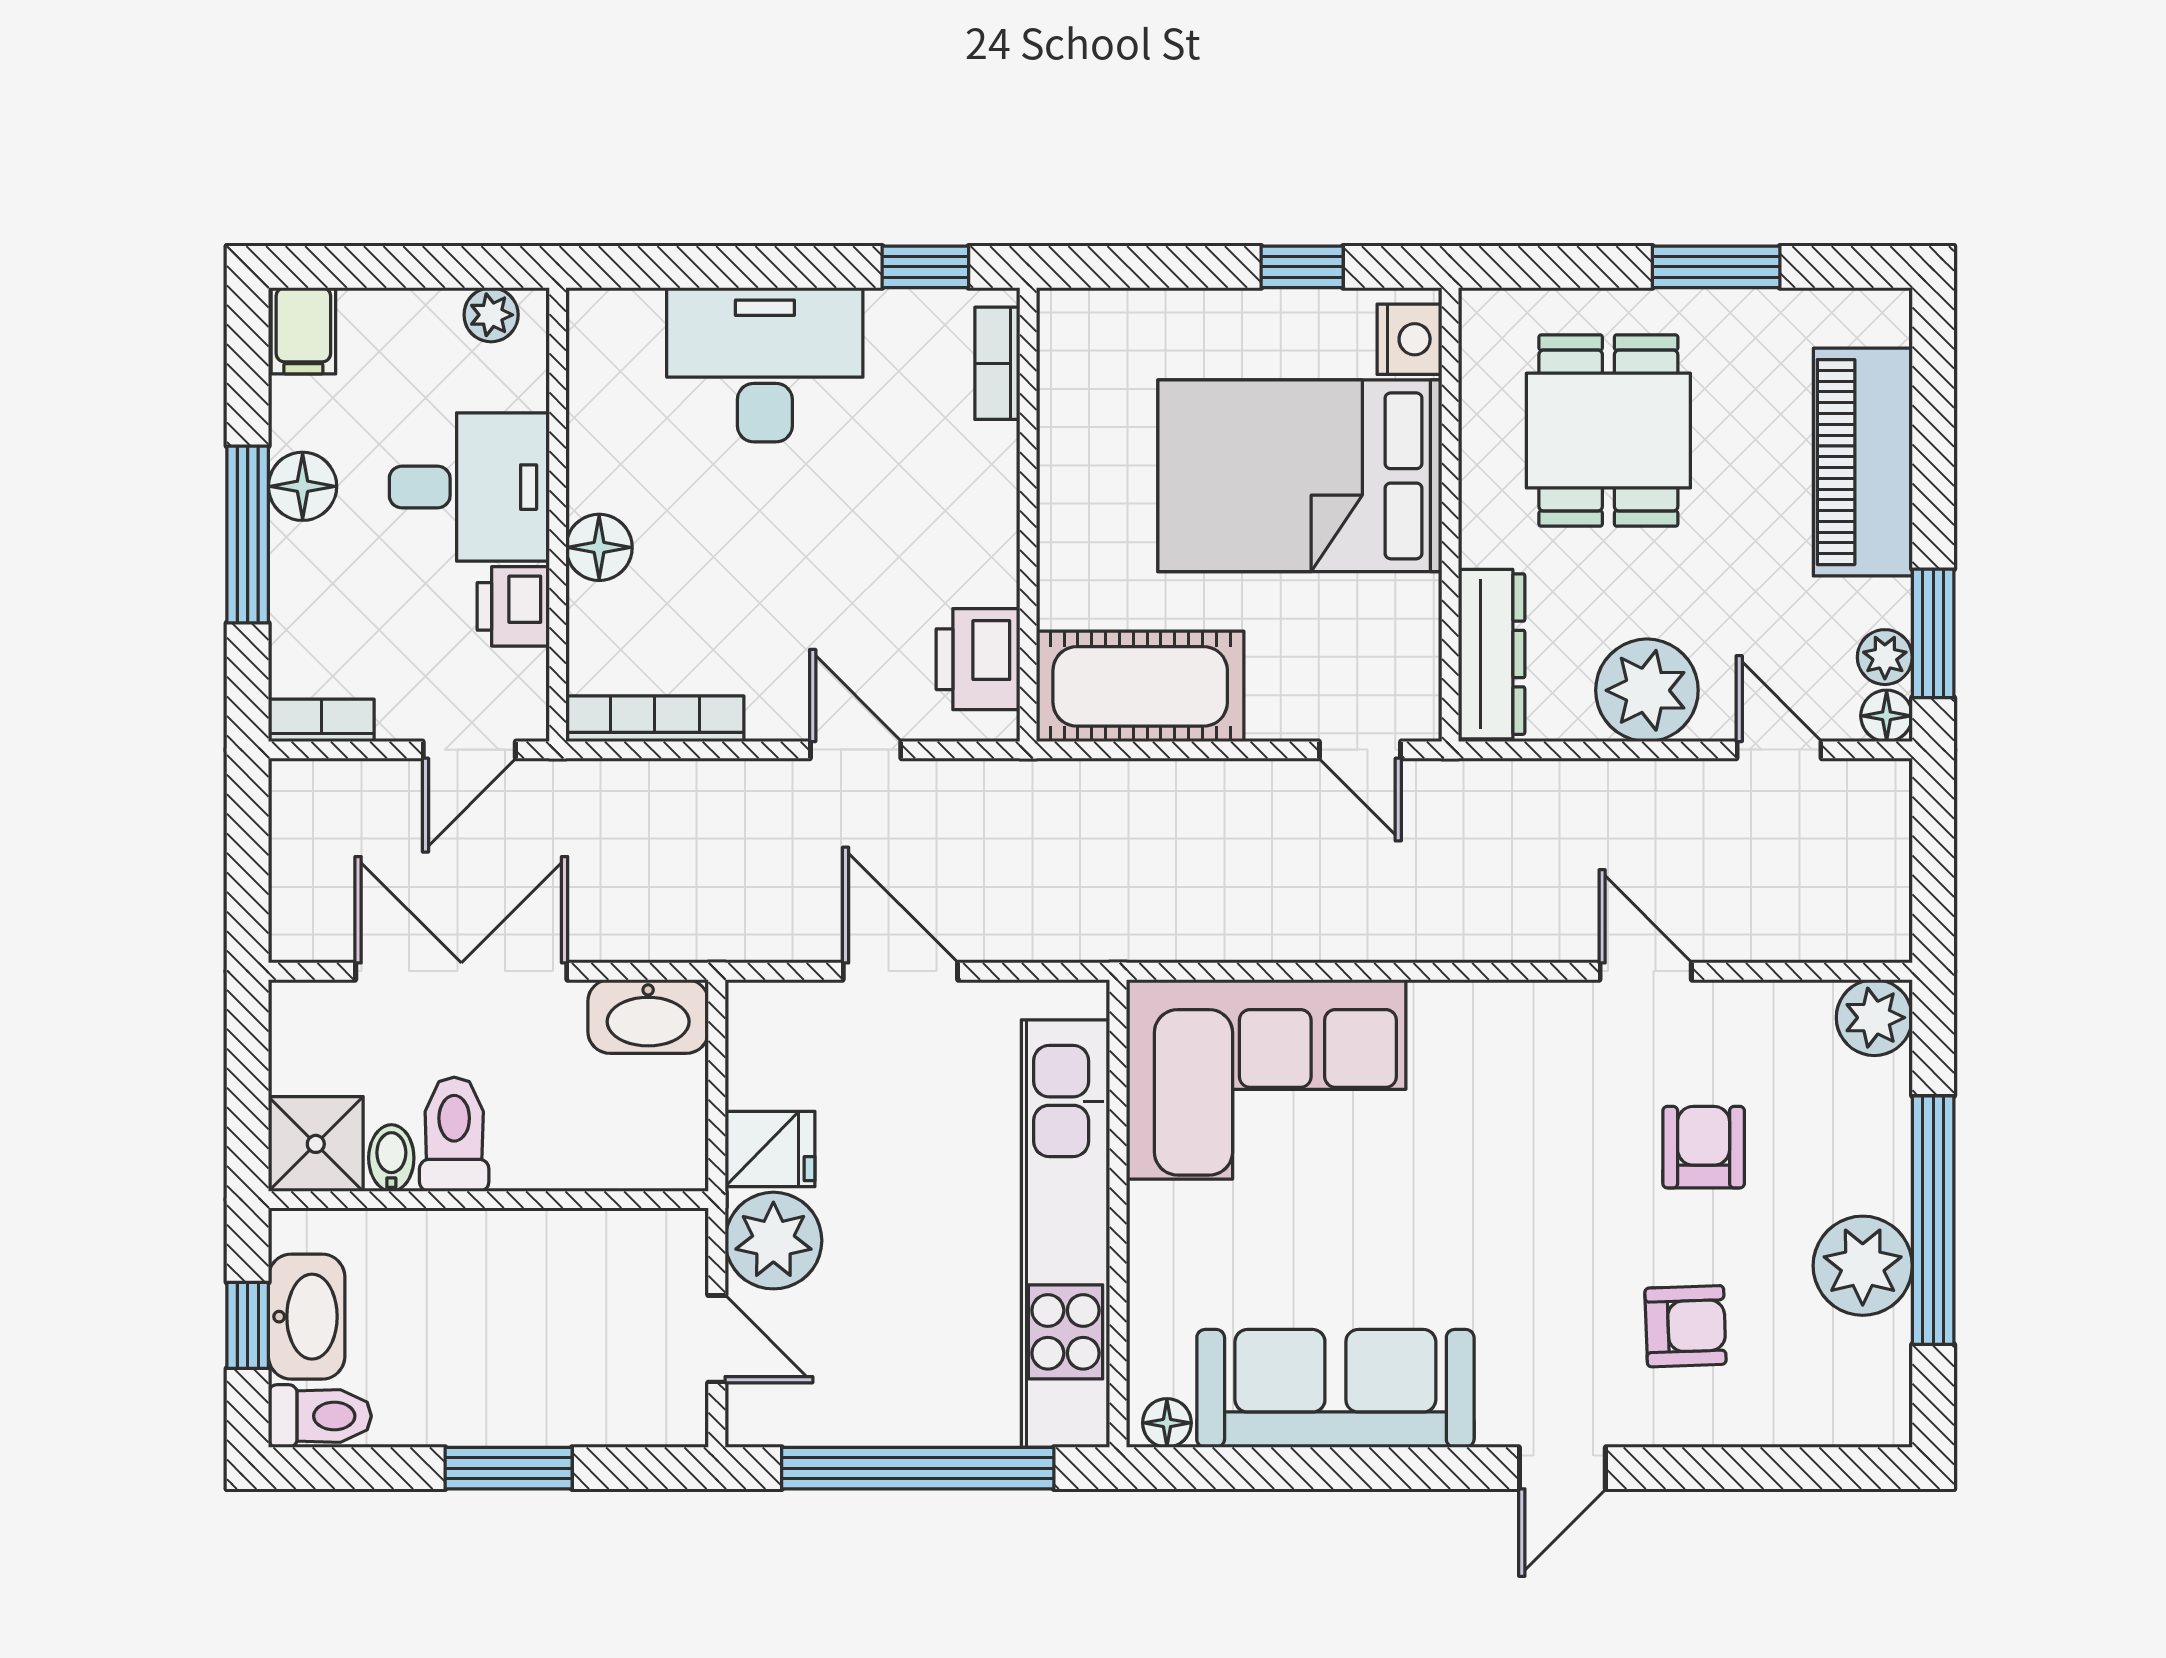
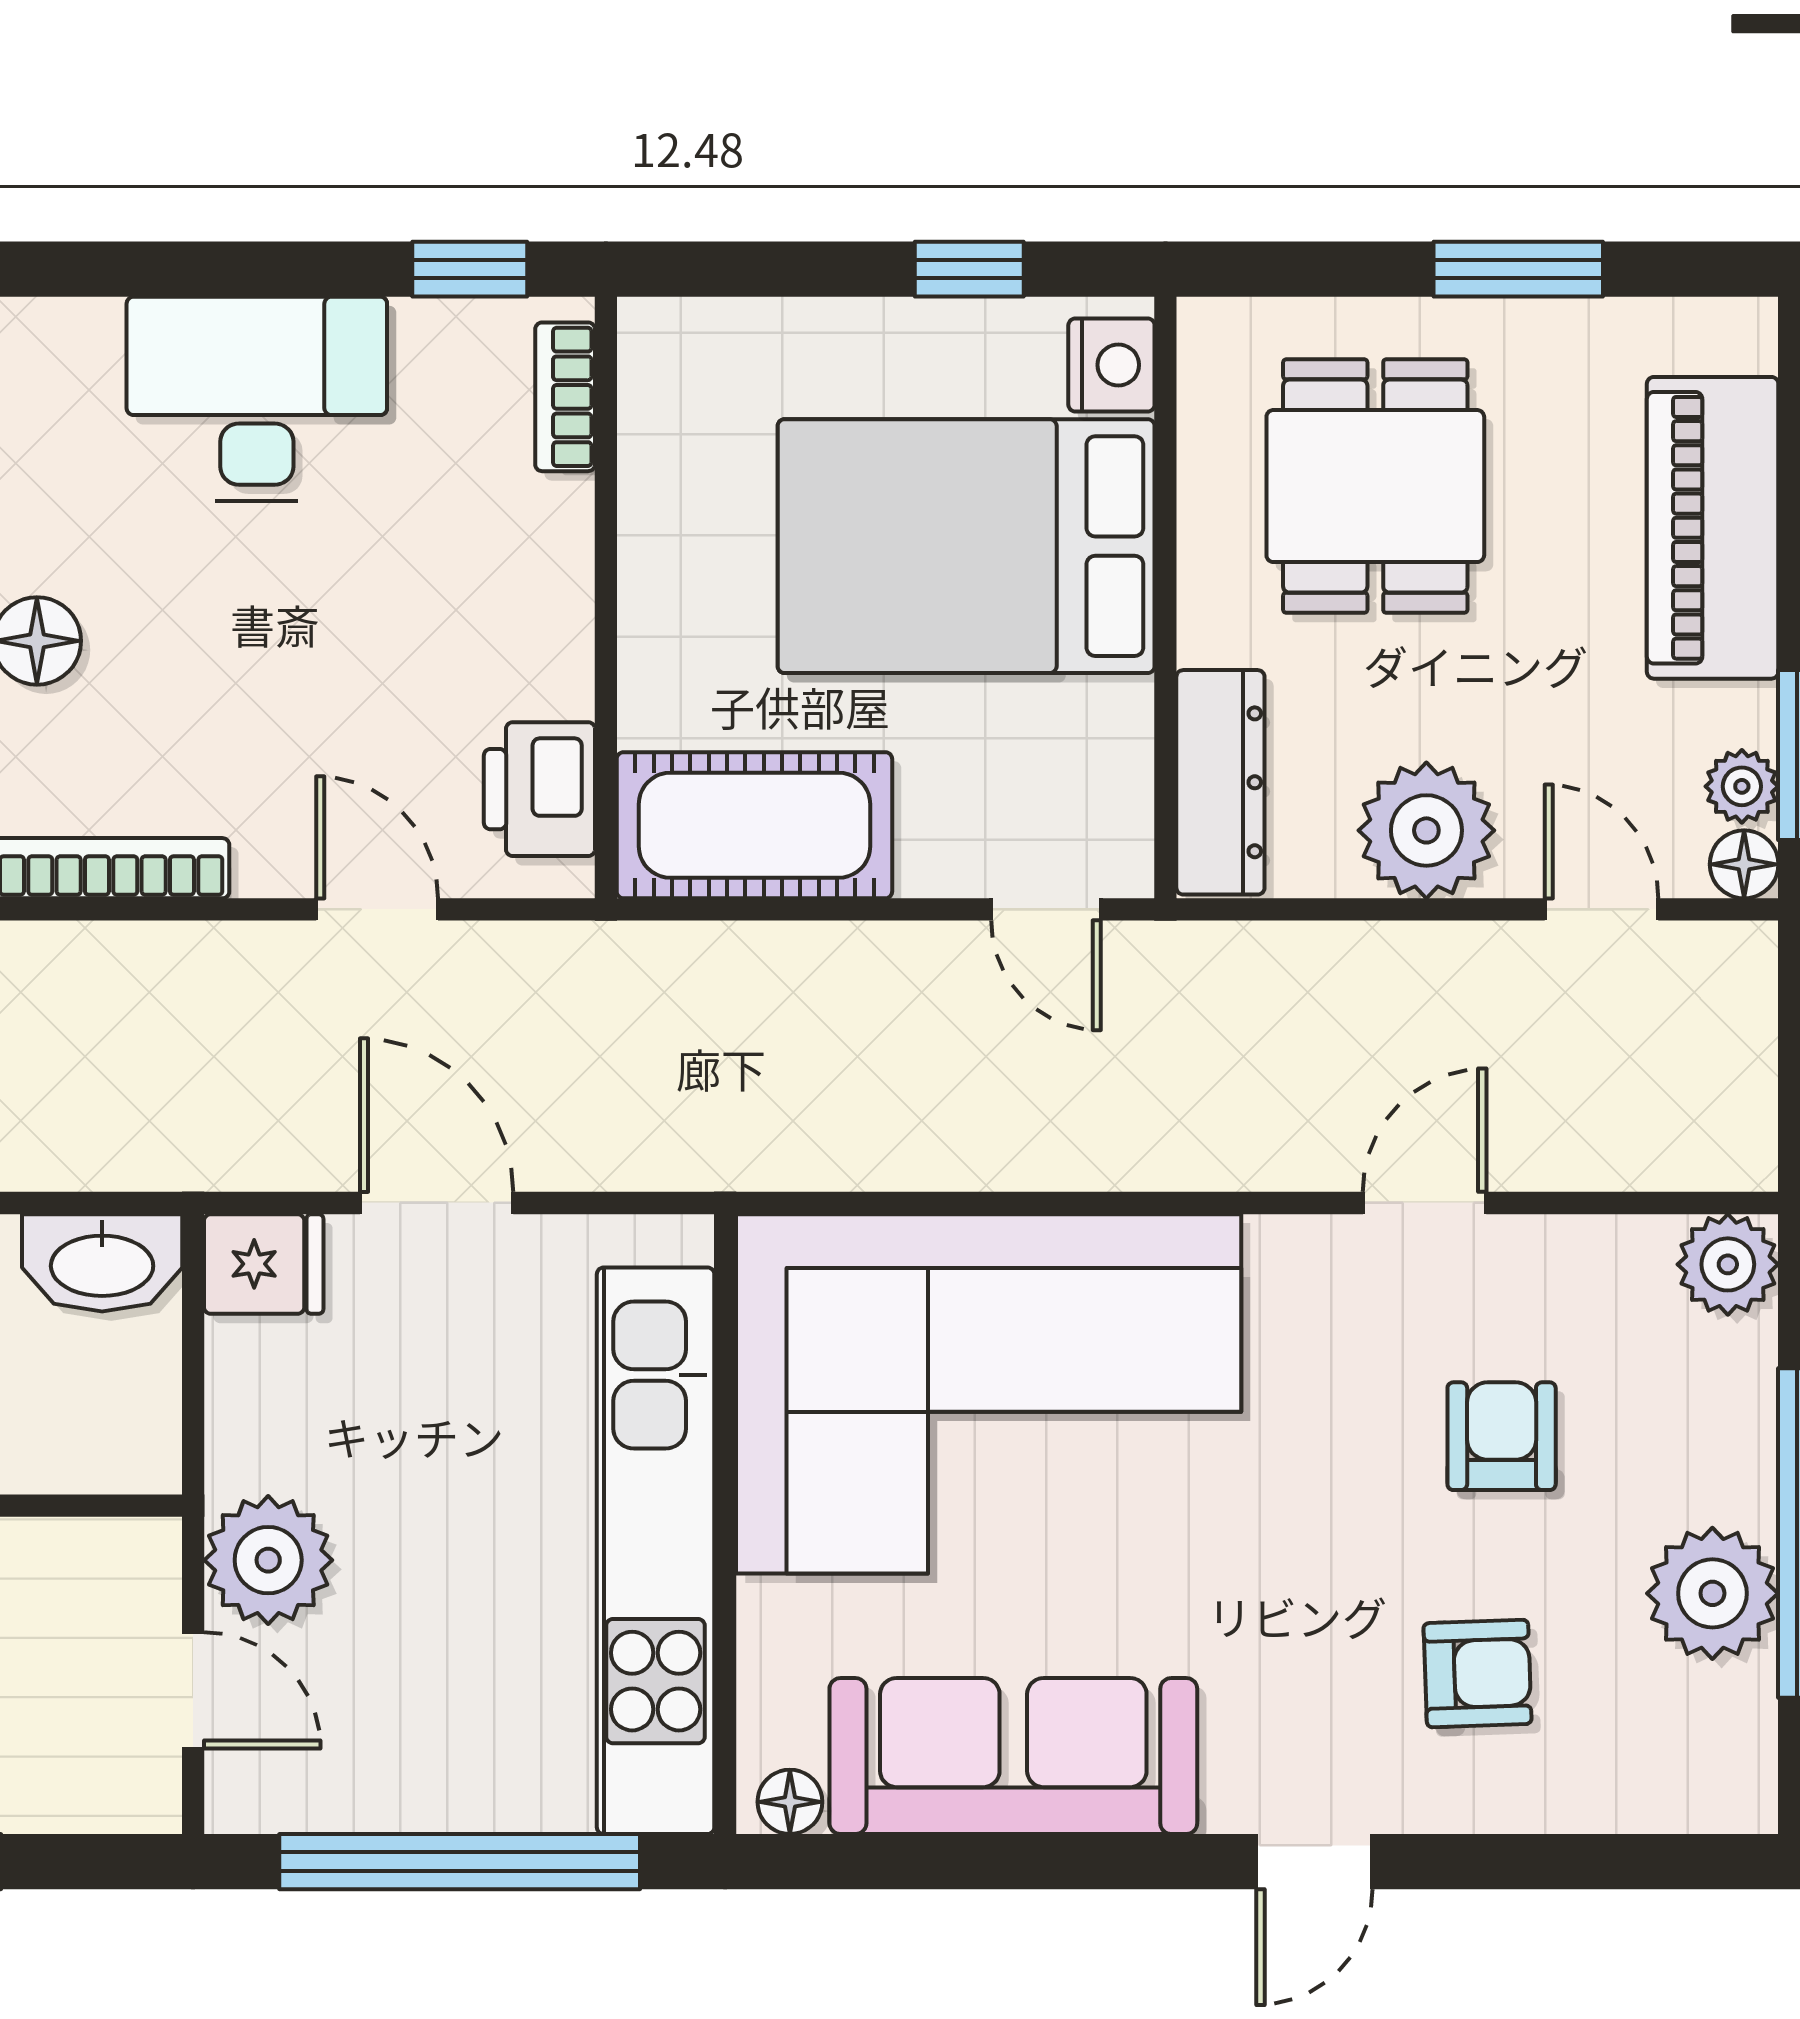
door: (1646, 971) -> (1425, 1203), hinge flipped
corner sofa: (1266, 1079) -> (989, 1394), width x1.36, depth x1.36
fridge: (770, 1149) -> (264, 1264), moved

